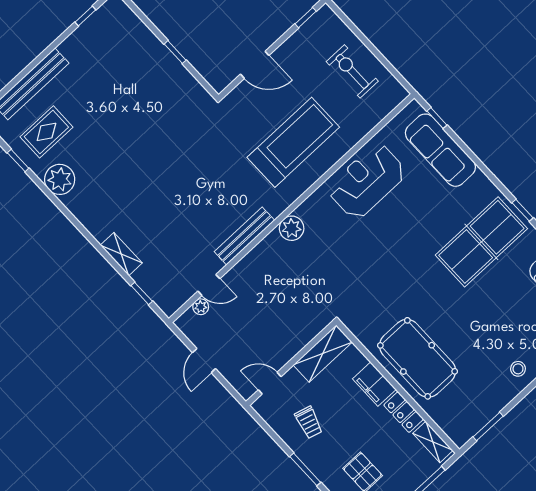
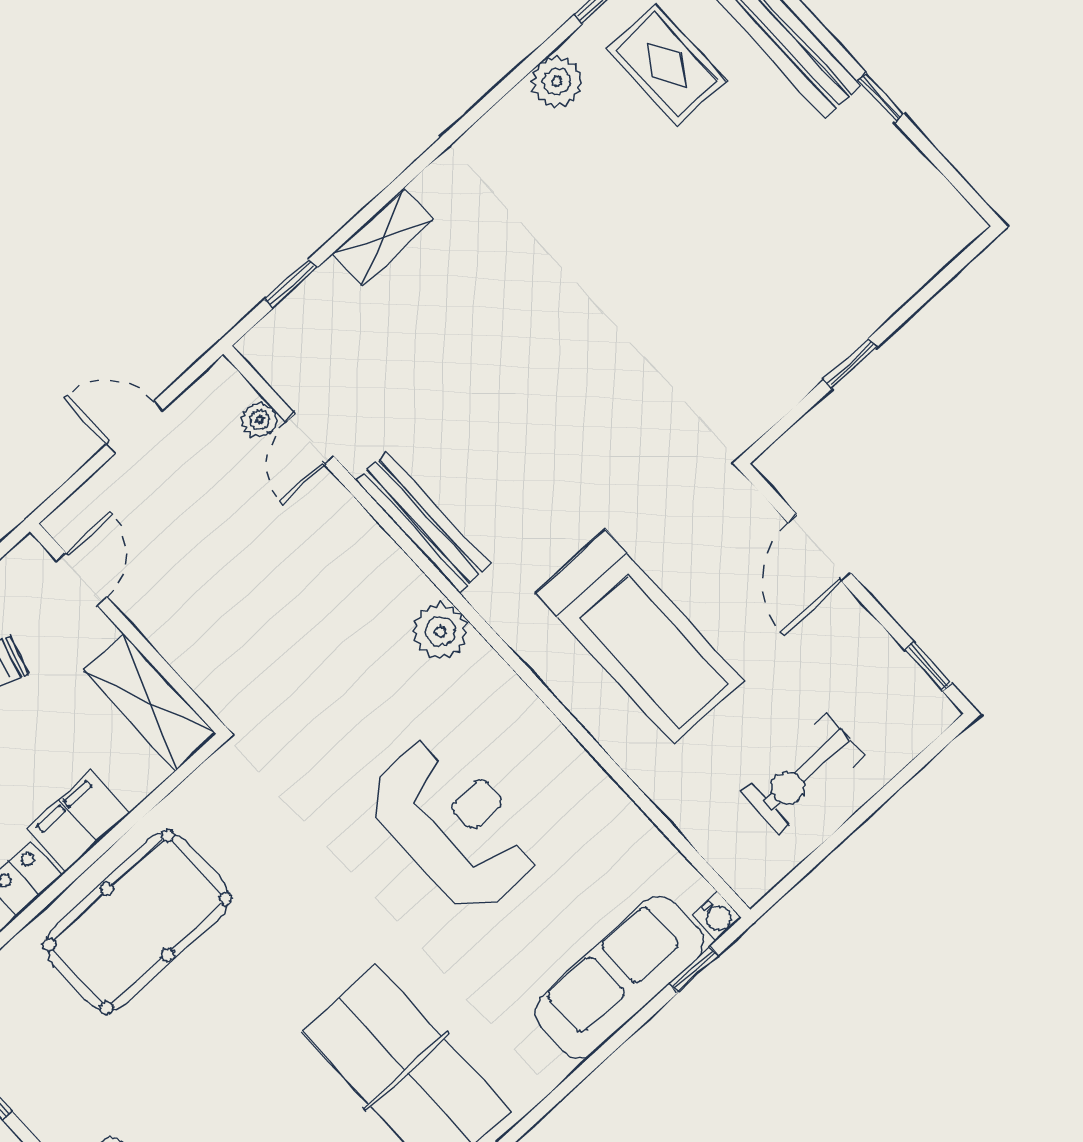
window: (85, 16) -> (881, 97), moved
exercise bike: (352, 71) -> (803, 774), turned 180
water cooler: (414, 108) -> (717, 917), added
plant: (60, 179) -> (557, 82), width x0.73, depth x0.73
reception desk: (367, 181) -> (454, 825), moved

